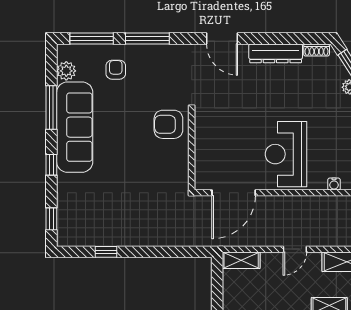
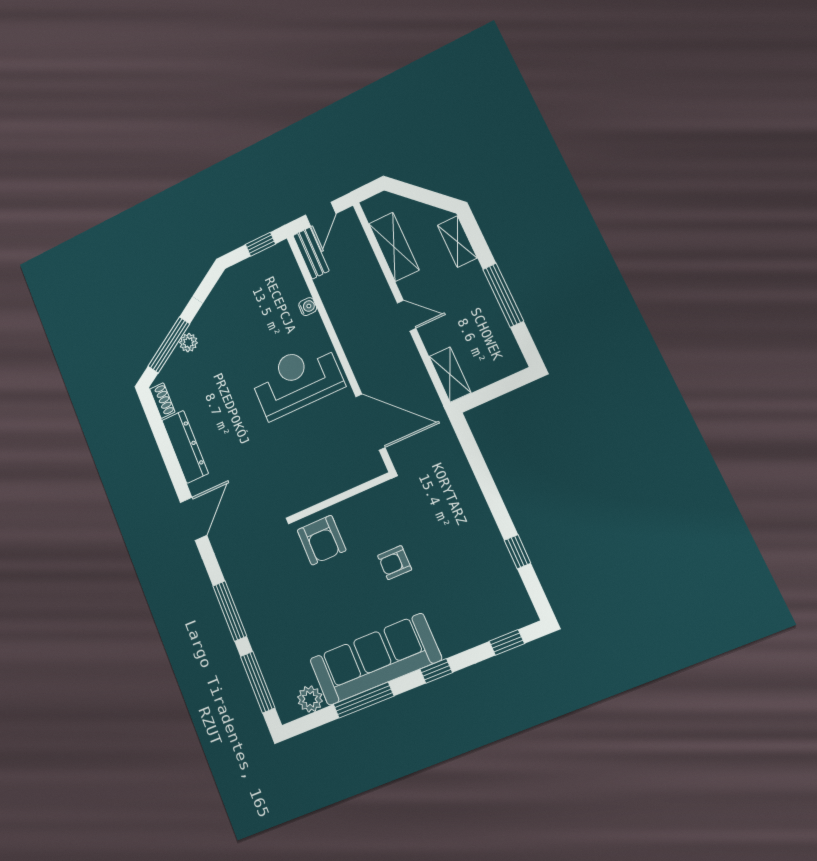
armchair: (116, 70) -> (395, 563), moved
reception desk: (286, 154) -> (297, 380), turned 180

